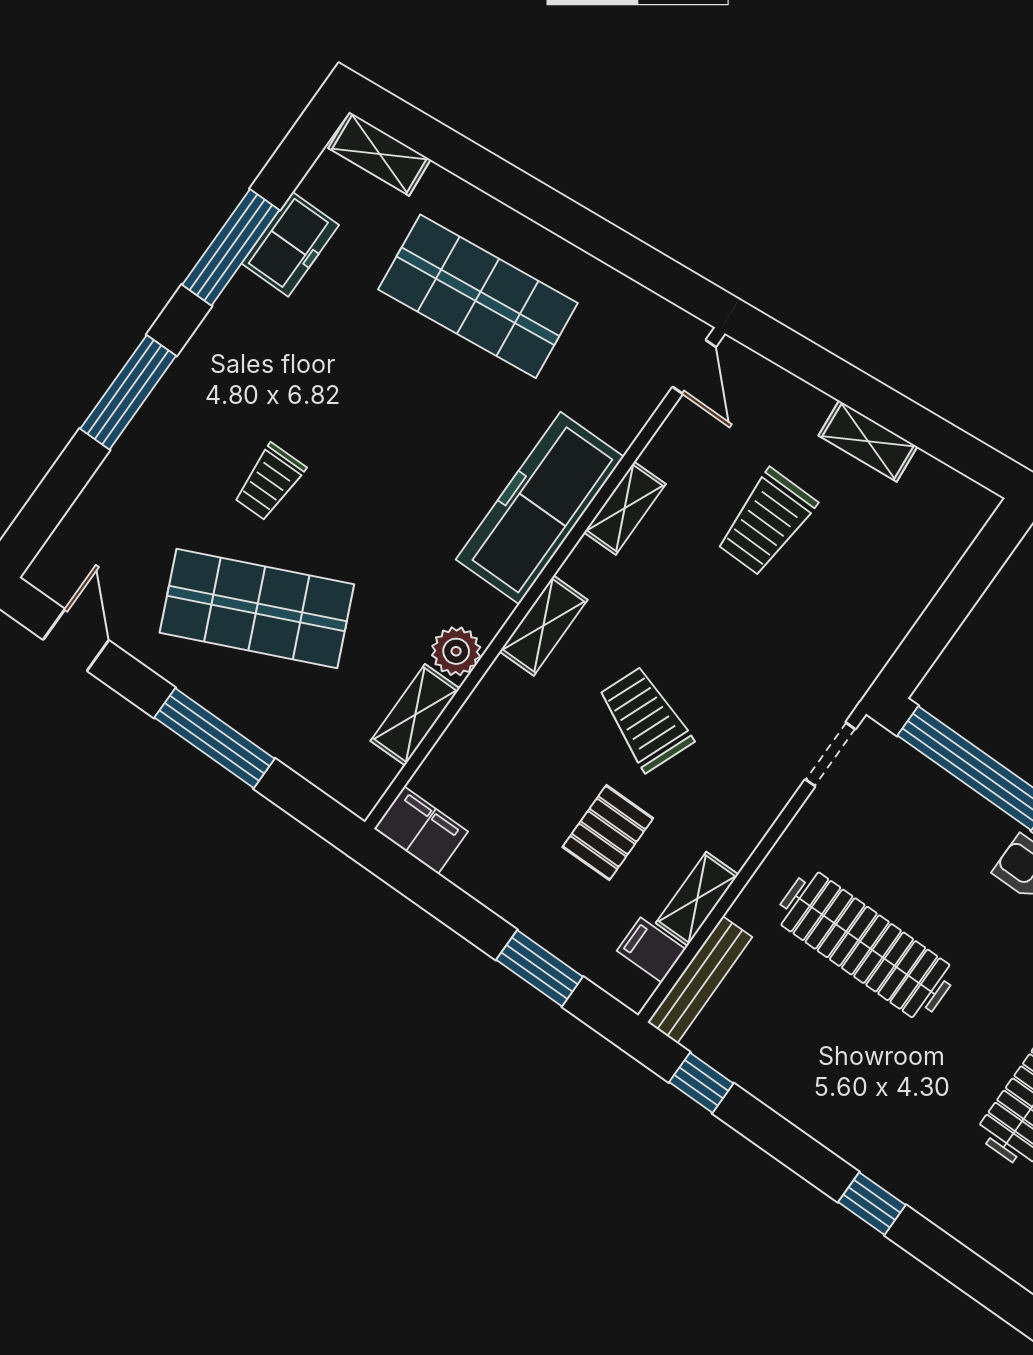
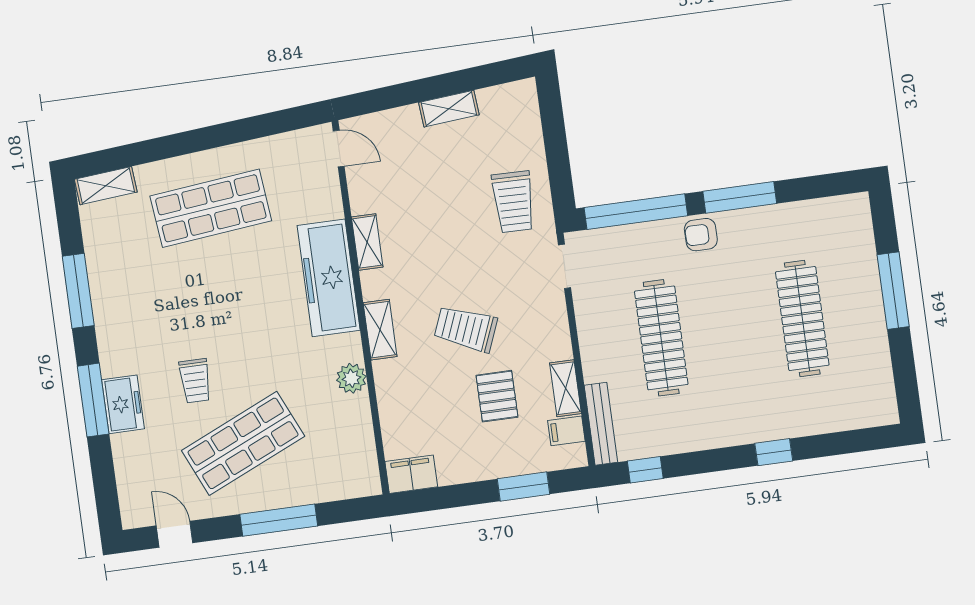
freezer: (290, 244) -> (123, 404), moved
trolley: (766, 522) -> (513, 202), moved
shelving: (415, 715) -> (360, 424), removed
clothes rail: (865, 945) -> (661, 338), turned 90

